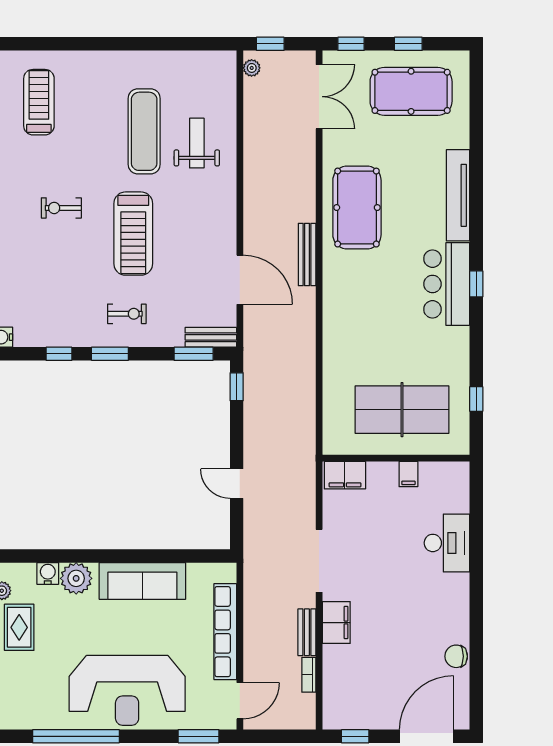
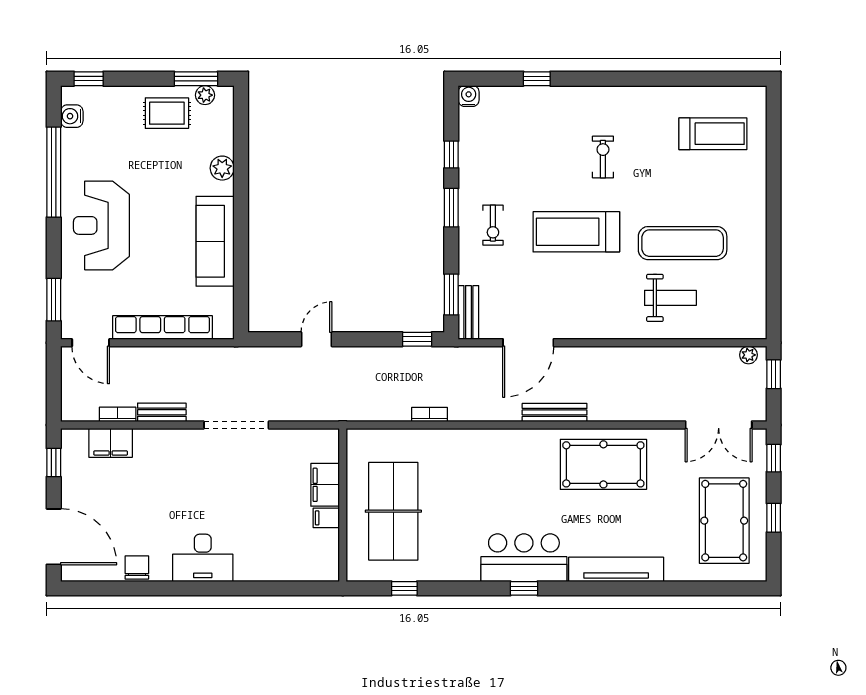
bookcase: (309, 375) -> (430, 414), added
filing cabinet: (345, 475) -> (325, 485), moved
desk: (447, 543) -> (203, 558), moved
water cooler: (48, 573) -> (72, 116), moved, turned 180
plant: (76, 578) -> (222, 168), width x0.73, depth x0.73
filing cabinet: (336, 623) -> (111, 443), moved
reception desk: (127, 690) -> (101, 225), width x0.74, depth x0.77

